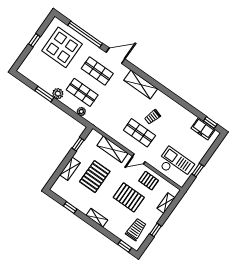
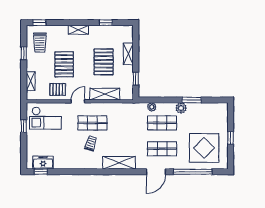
pallet: (129, 197) -> (64, 64), turned 90

